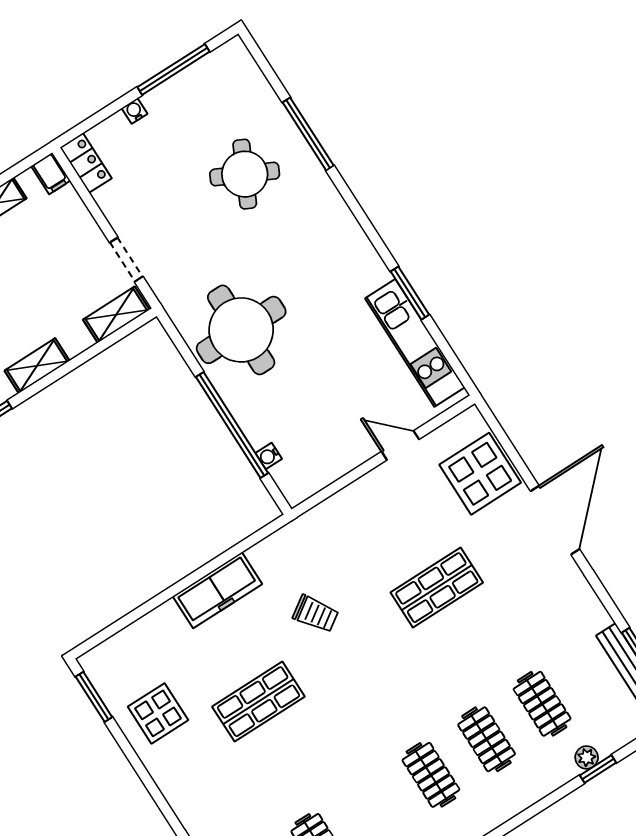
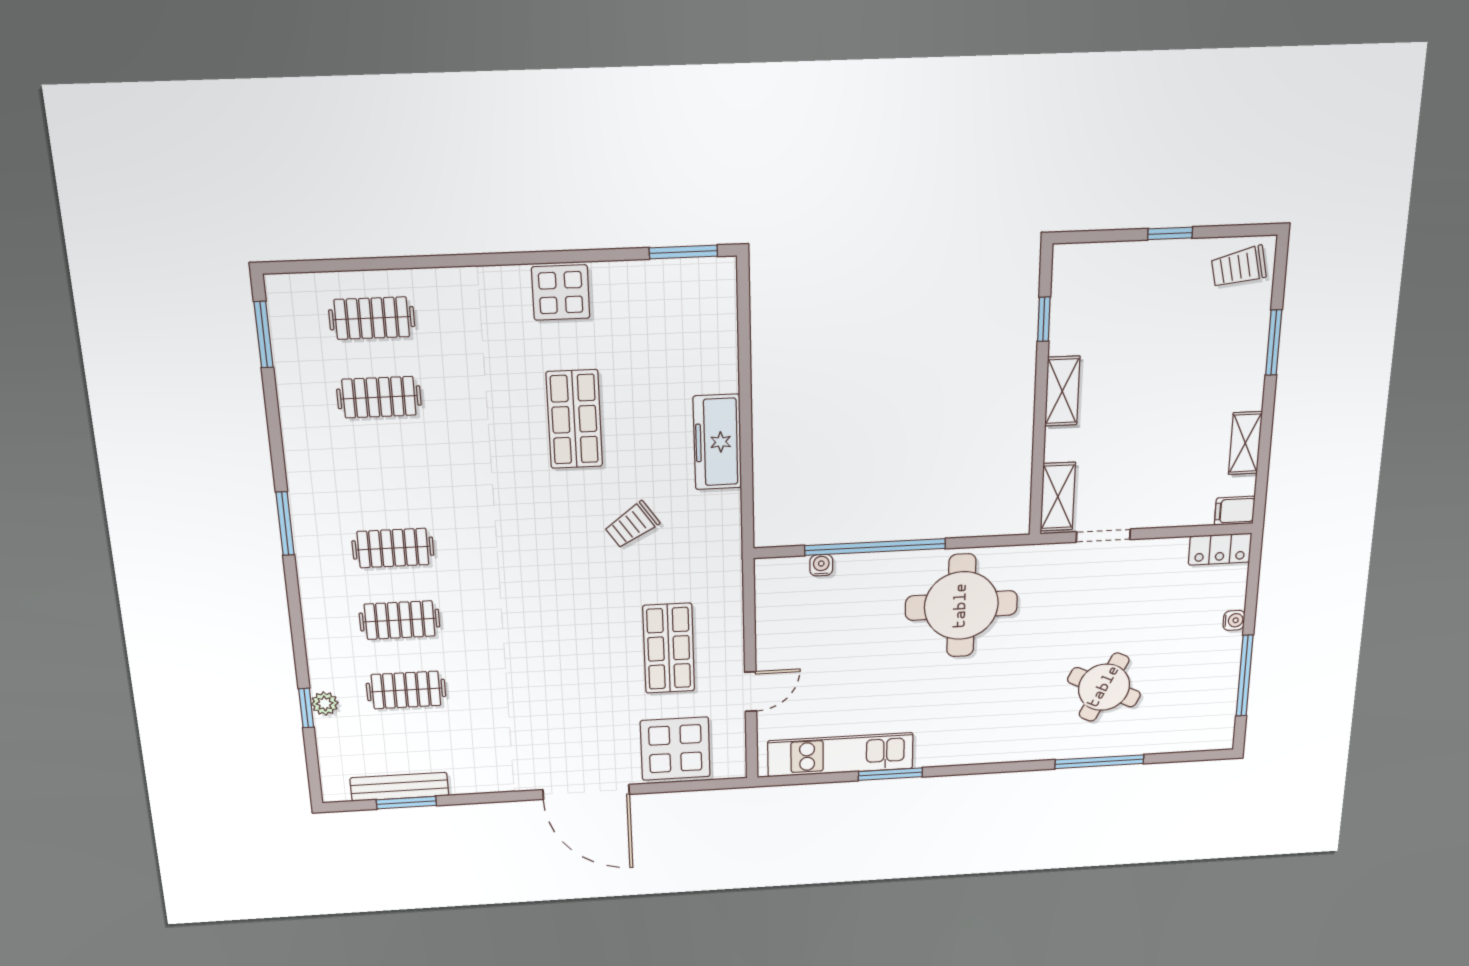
shop shelf: (437, 588) -> (669, 648), moved
display table: (158, 713) -> (561, 293), moved

